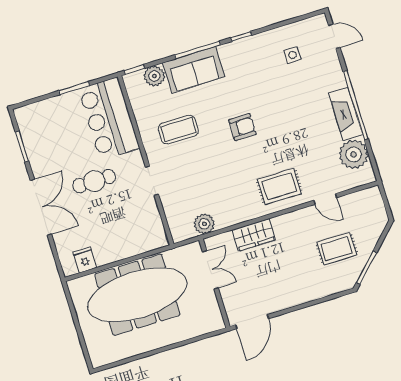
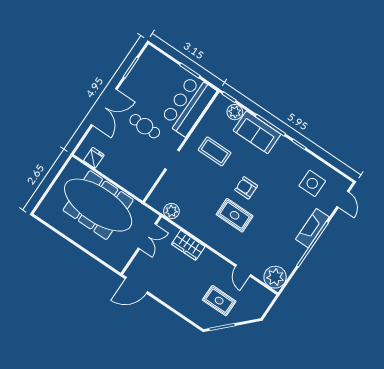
side table: (292, 55) -> (312, 183), width x1.87, depth x1.87
fireplace: (346, 114) -> (312, 228), moved
armchair: (242, 127) -> (246, 188), turned 180
plant: (354, 154) -> (275, 277), moved
rug: (279, 186) -> (235, 215), moved

